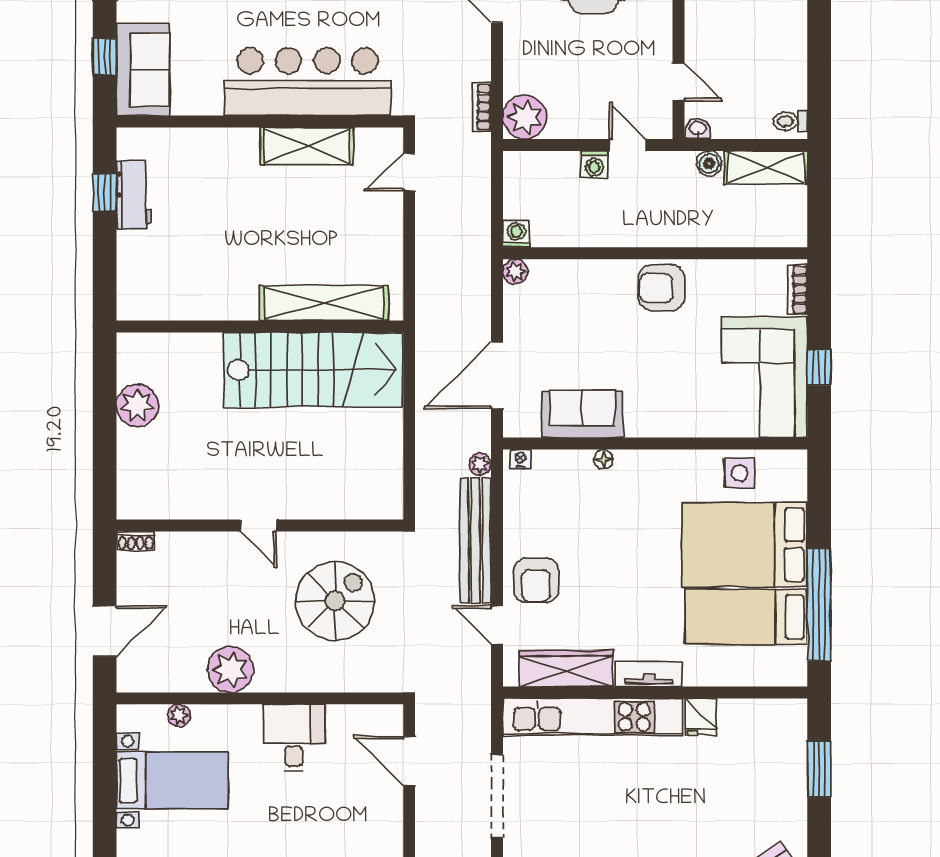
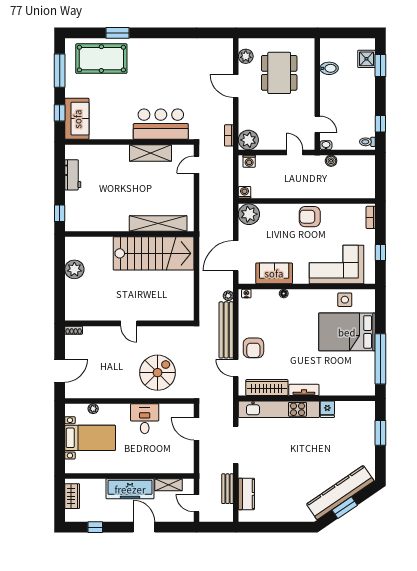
window: (819, 81) -> (380, 124), added
bar counter: (308, 82) -> (161, 124), width x0.73
washing machine: (594, 164) -> (249, 161), moved
shelving: (766, 167) -> (356, 163), removed
window: (105, 193) -> (60, 213), moved
plant: (515, 272) -> (249, 214), width x1.87, depth x1.87
corner sofa: (764, 377) -> (336, 265), moved, turned 90
spiral stairs: (335, 601) -> (158, 373), moved
bed: (746, 617) -> (348, 364), removed
plant: (230, 670) -> (116, 388), removed

